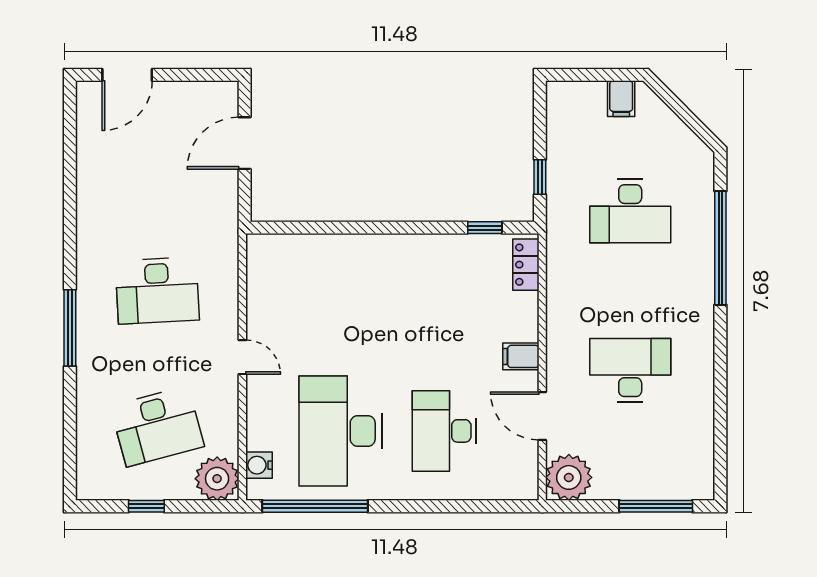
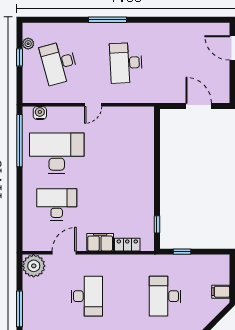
locker: (526, 265) -> (127, 245), moved
filing cabinet: (521, 356) -> (100, 242), width x2.00
plant: (217, 479) -> (28, 44), moved, width x0.53, depth x0.53

